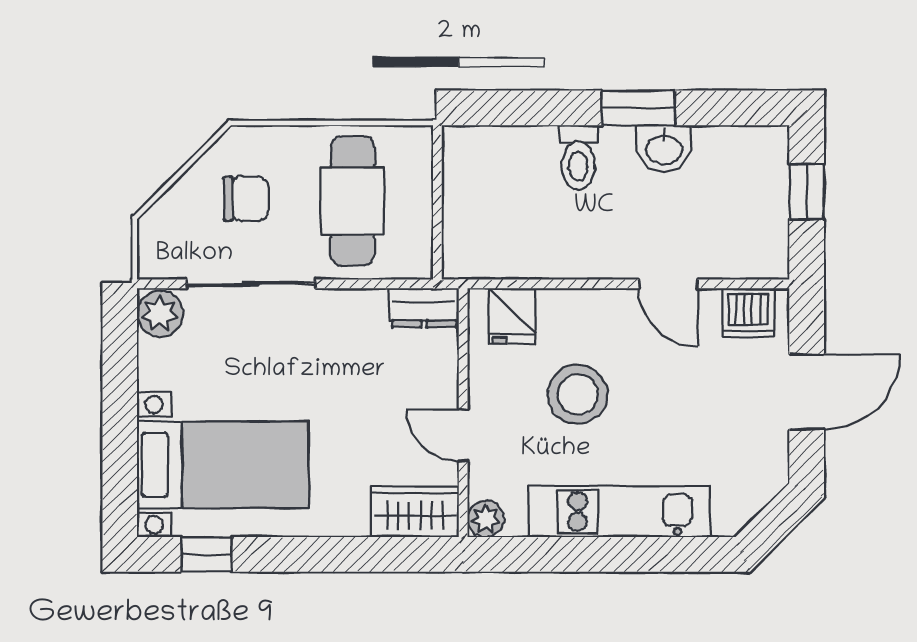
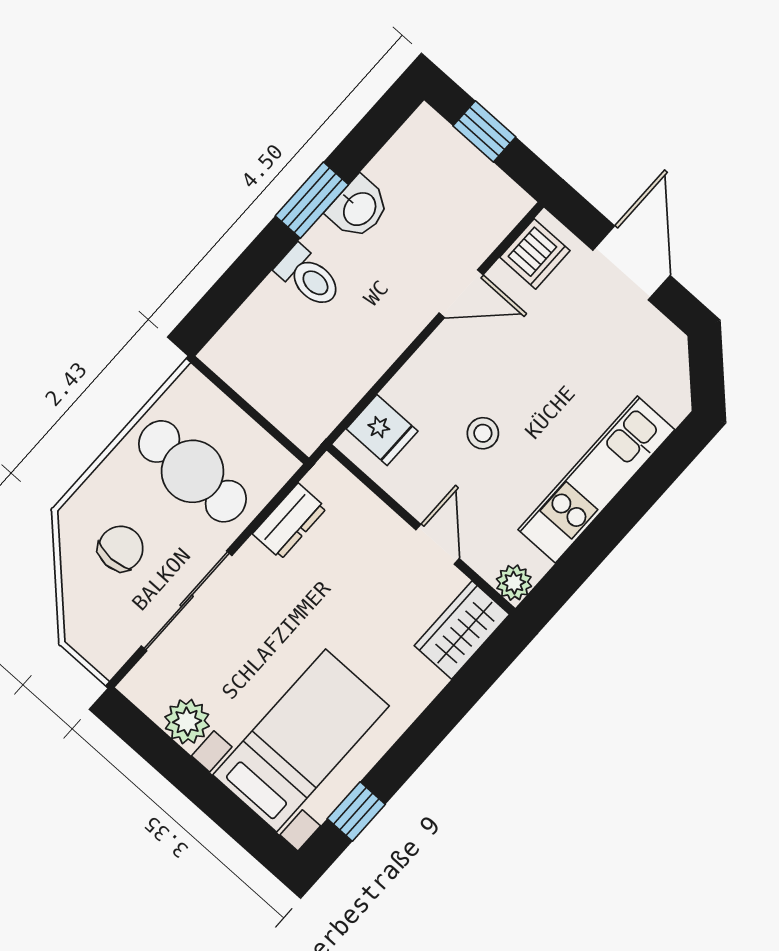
dresser: (424, 308) -> (290, 521), moved
plant: (160, 313) -> (187, 722), moved
stool: (578, 395) -> (483, 433), width x0.53, depth x0.53
door: (463, 435) -> (438, 544), swing flipped

